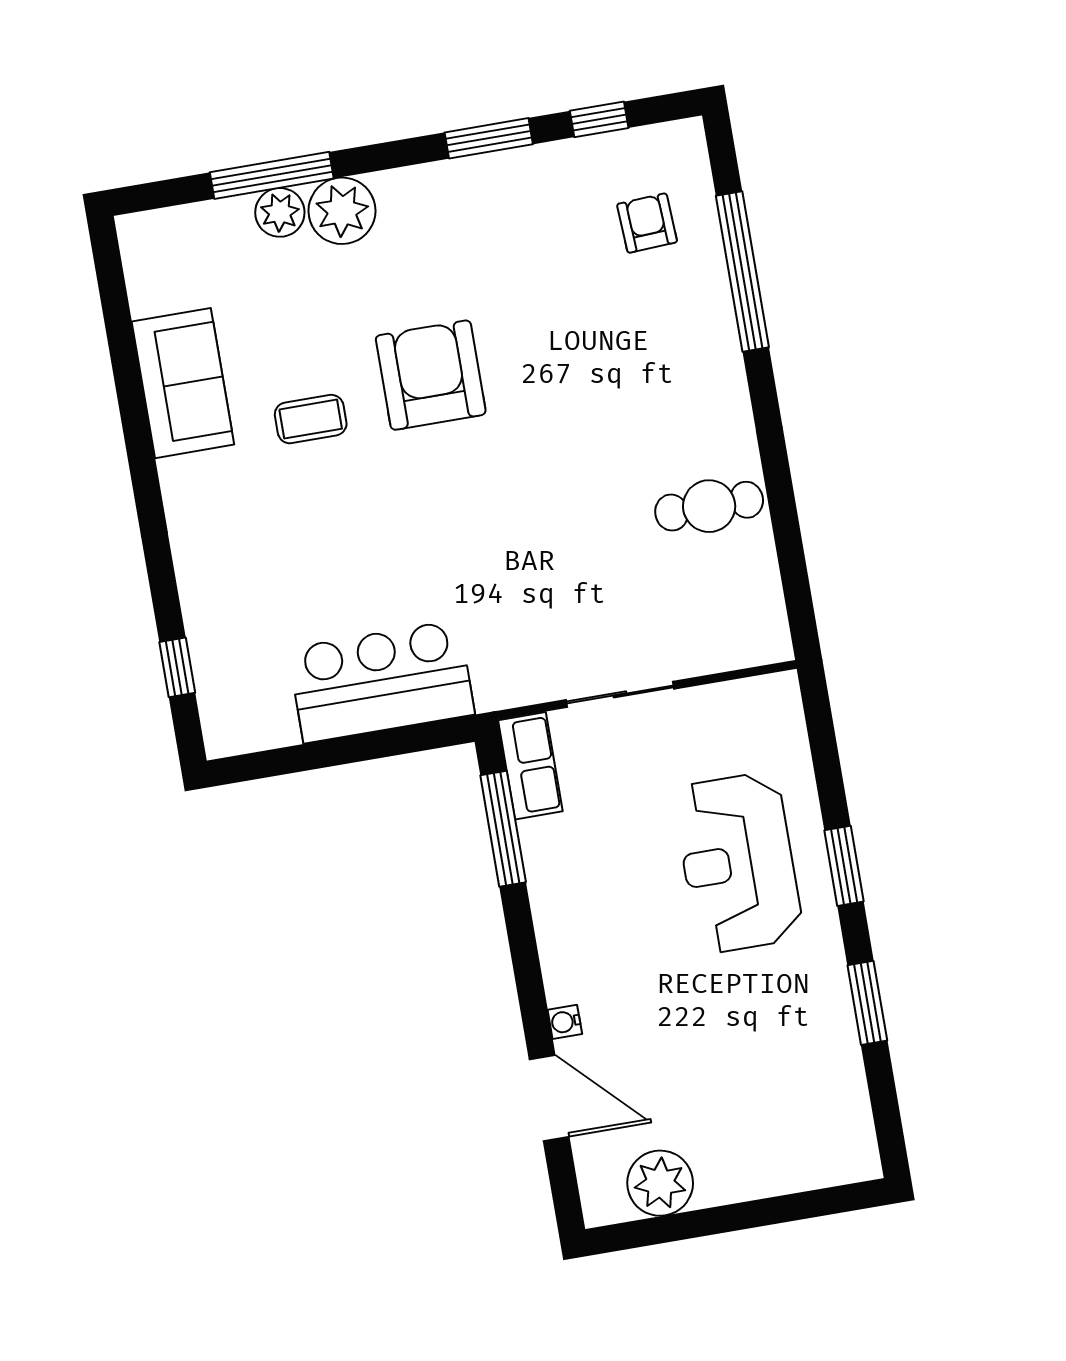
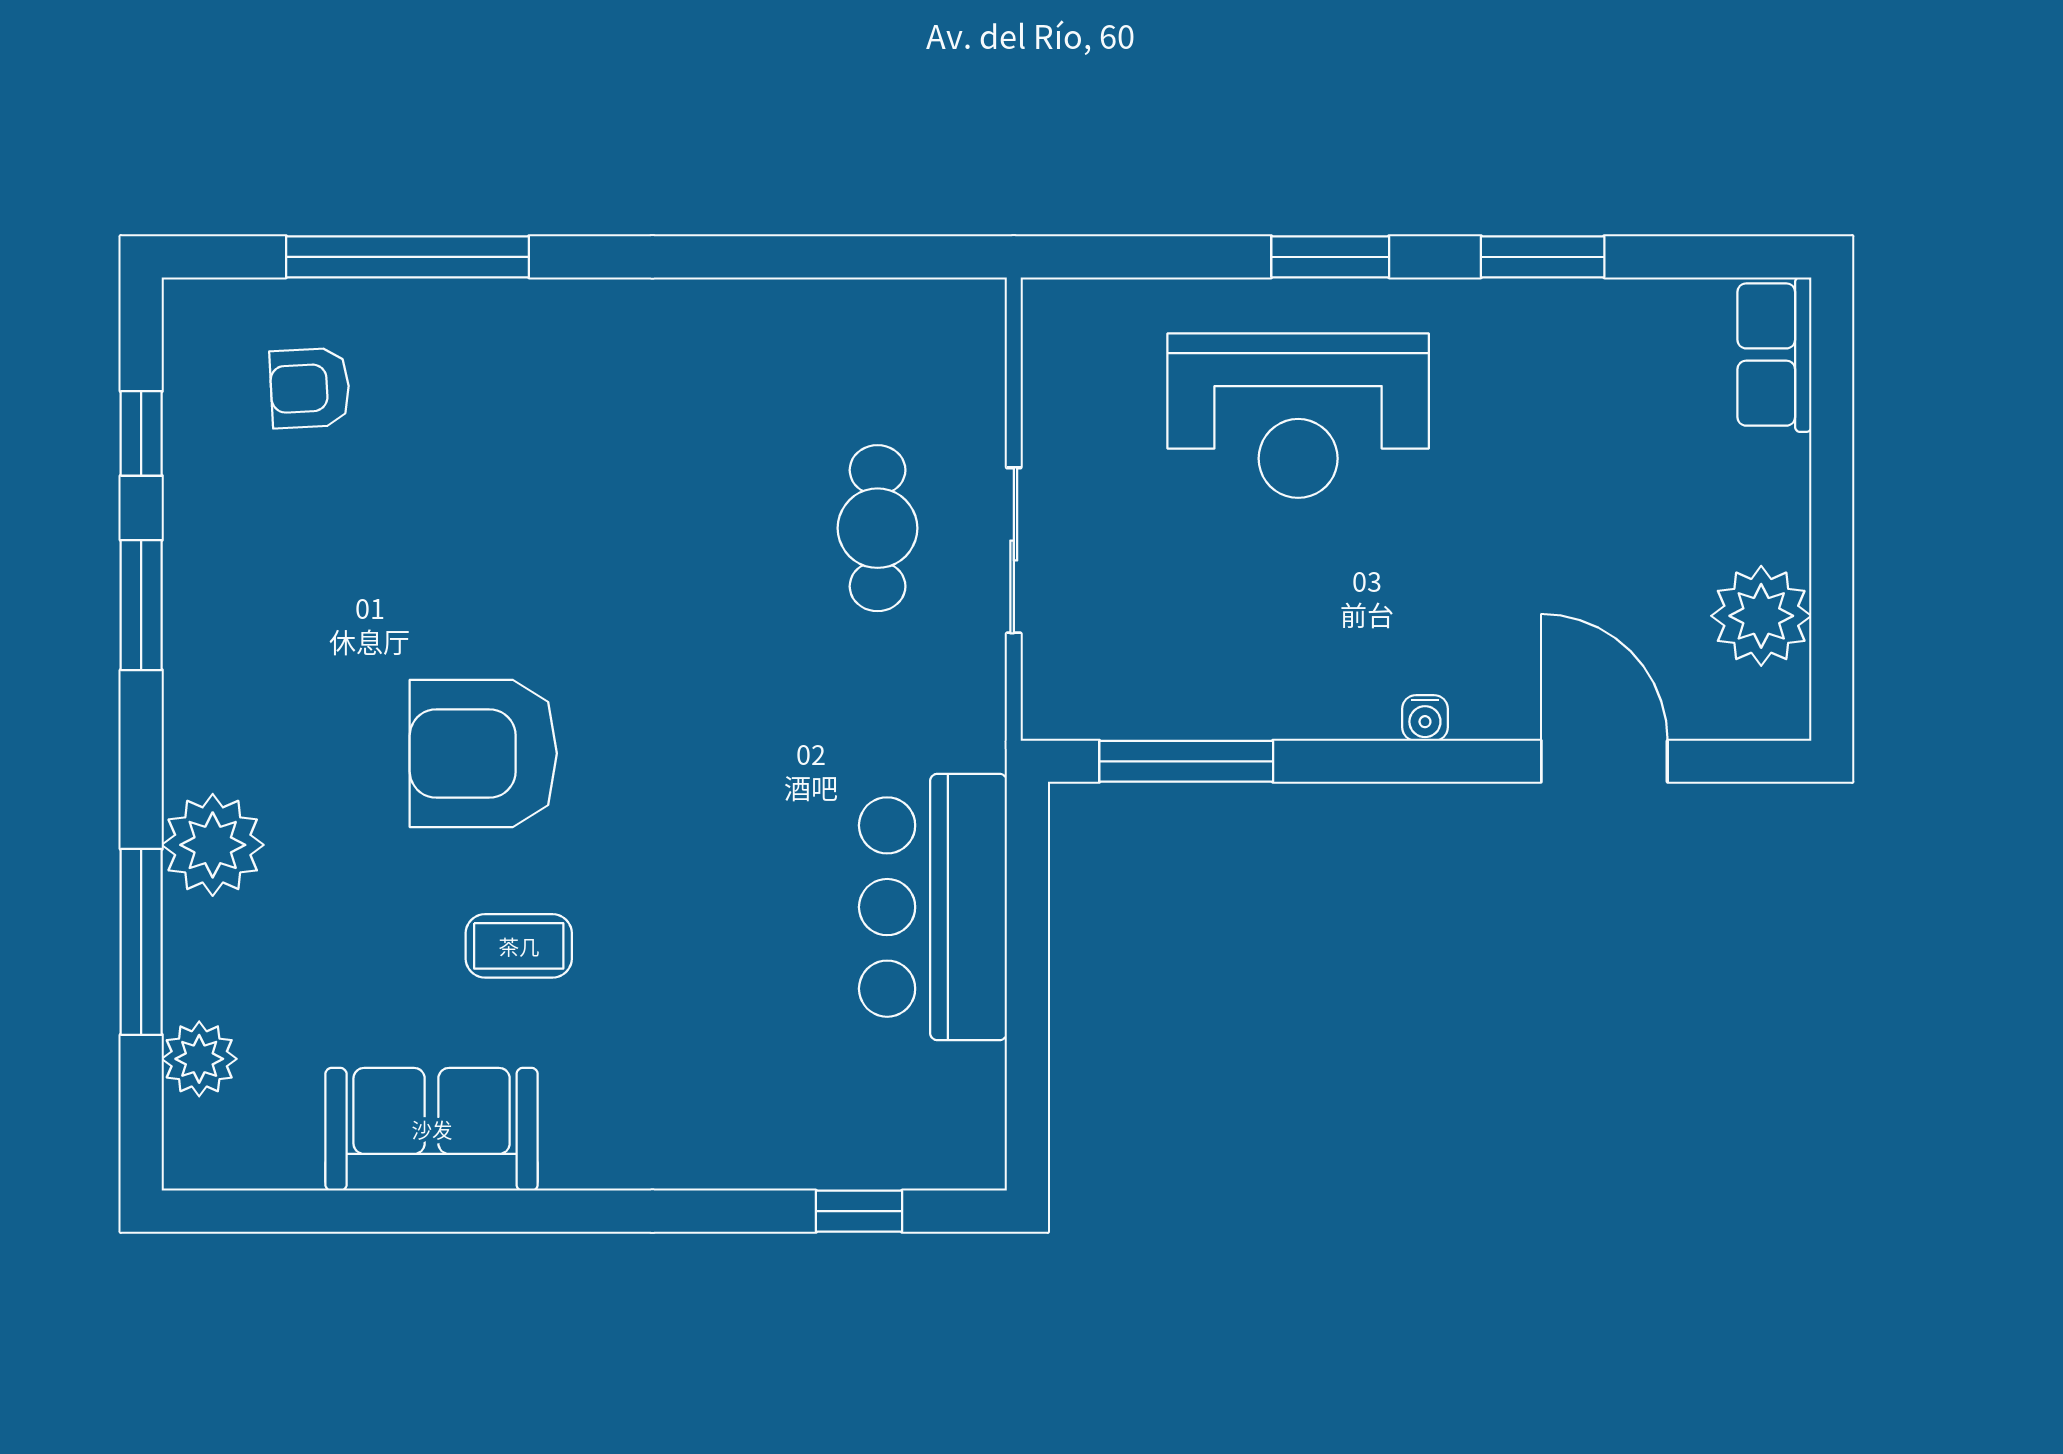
plant: (280, 212) -> (199, 1059), moved
coffee table: (311, 419) -> (519, 946), turned 90
cafe table: (709, 506) -> (878, 528), moved
row of seats: (530, 766) -> (1774, 355), moved, turned -90
water cooler: (565, 1022) -> (1425, 718), moved
door: (549, 1098) -> (1604, 761), hinge flipped

